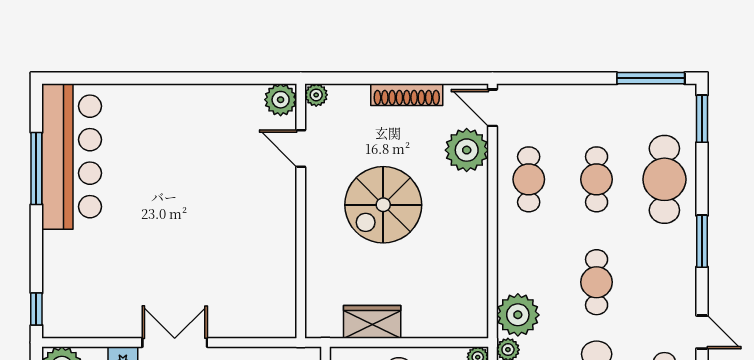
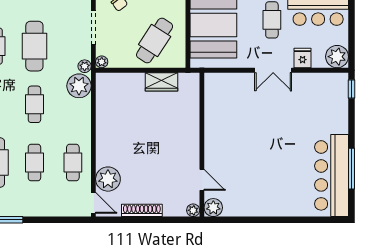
spiral stairs: (383, 205) -> (155, 148), removed

